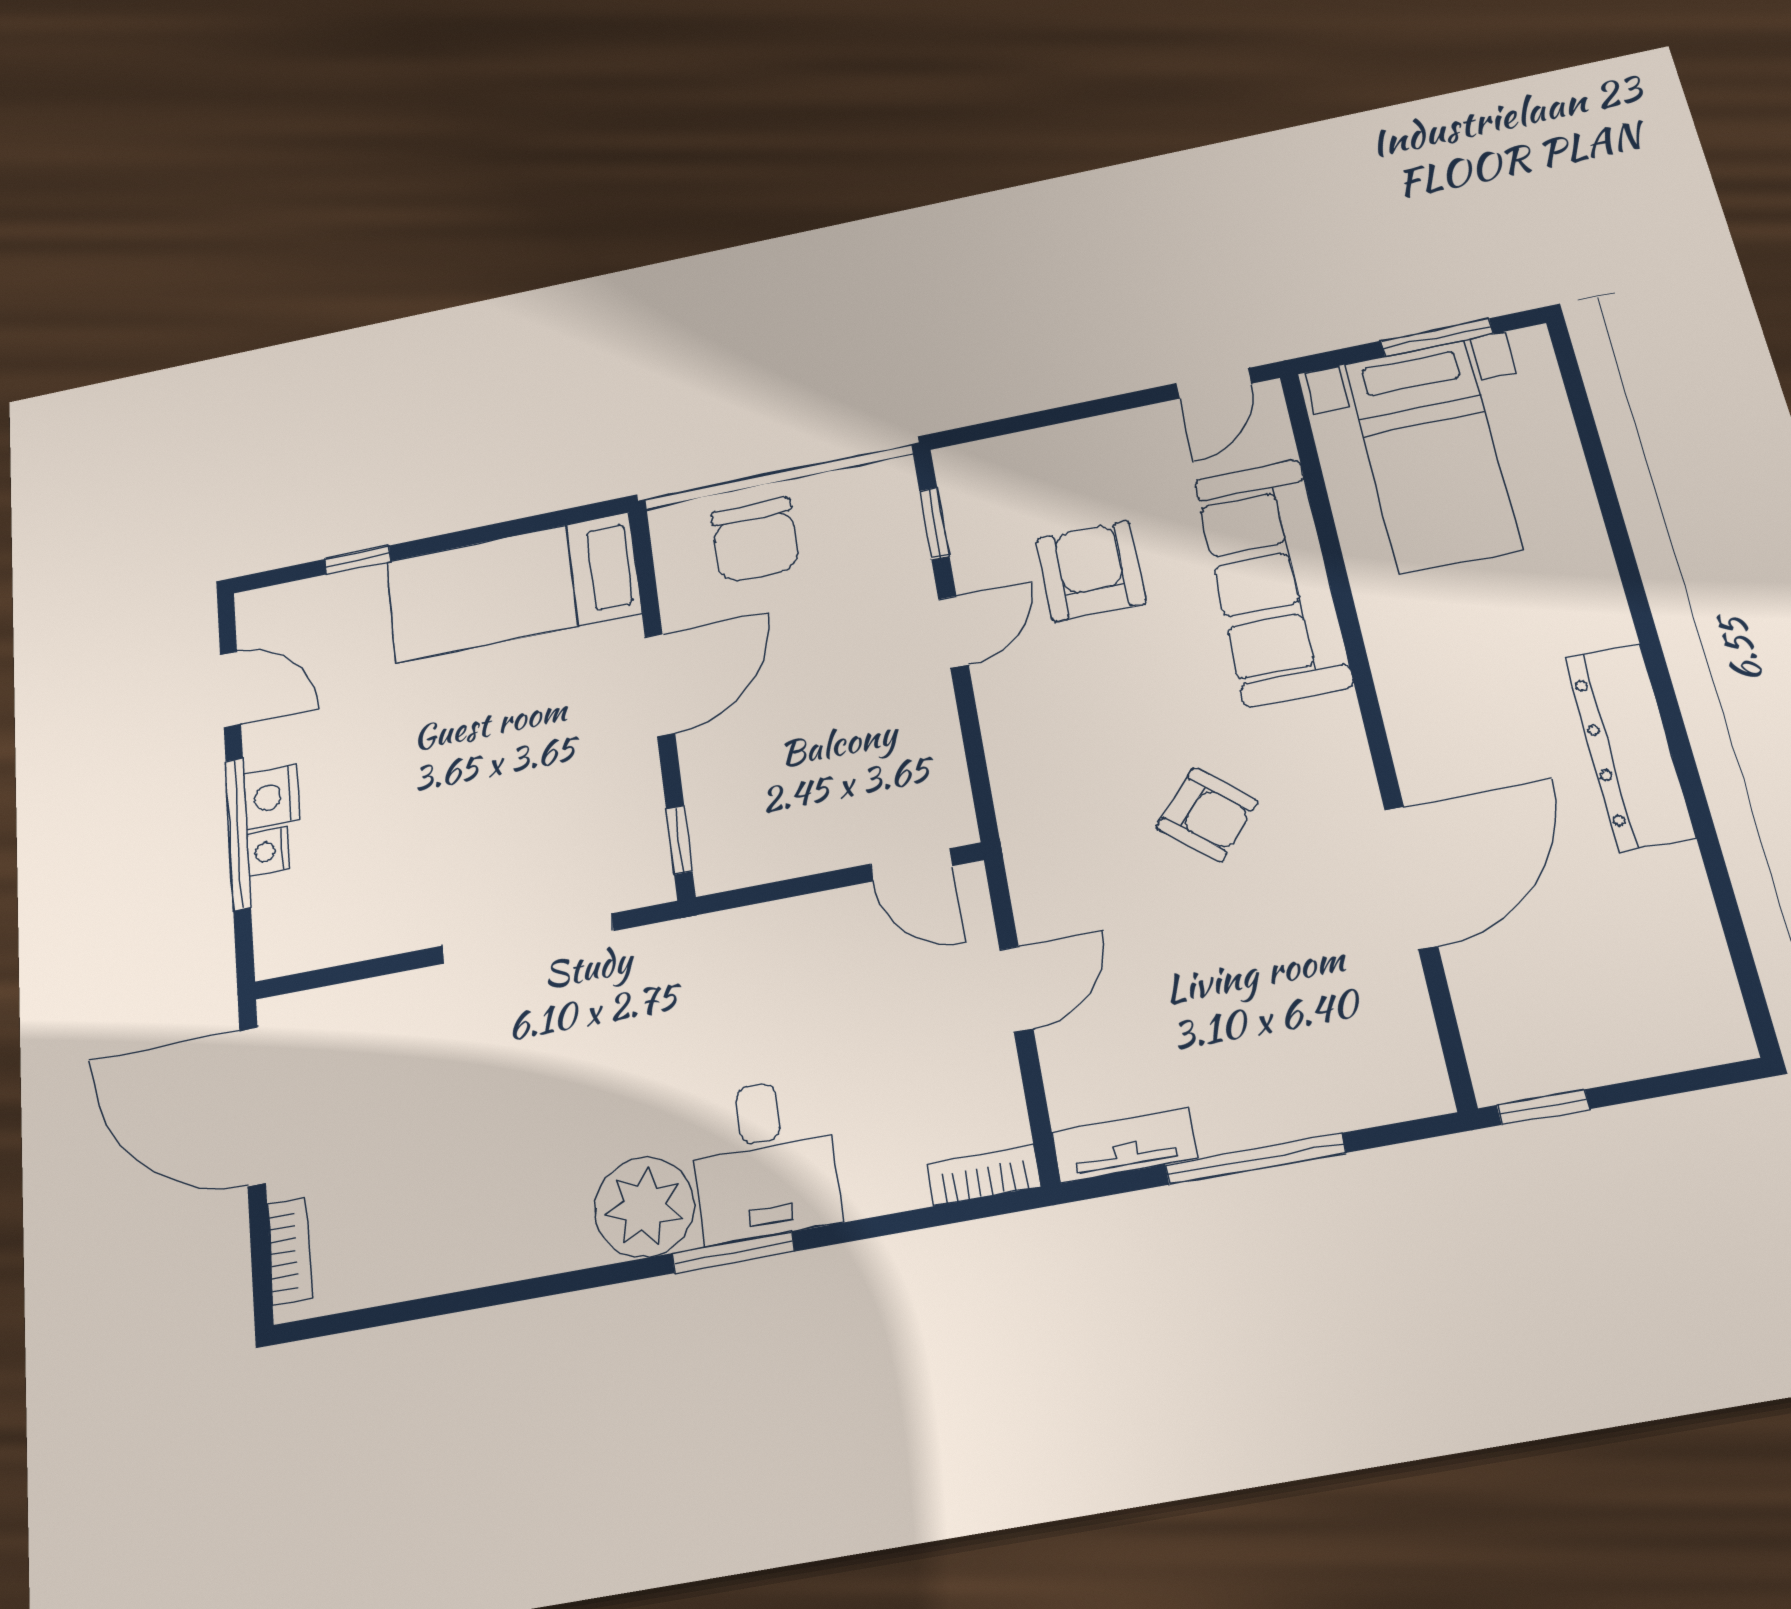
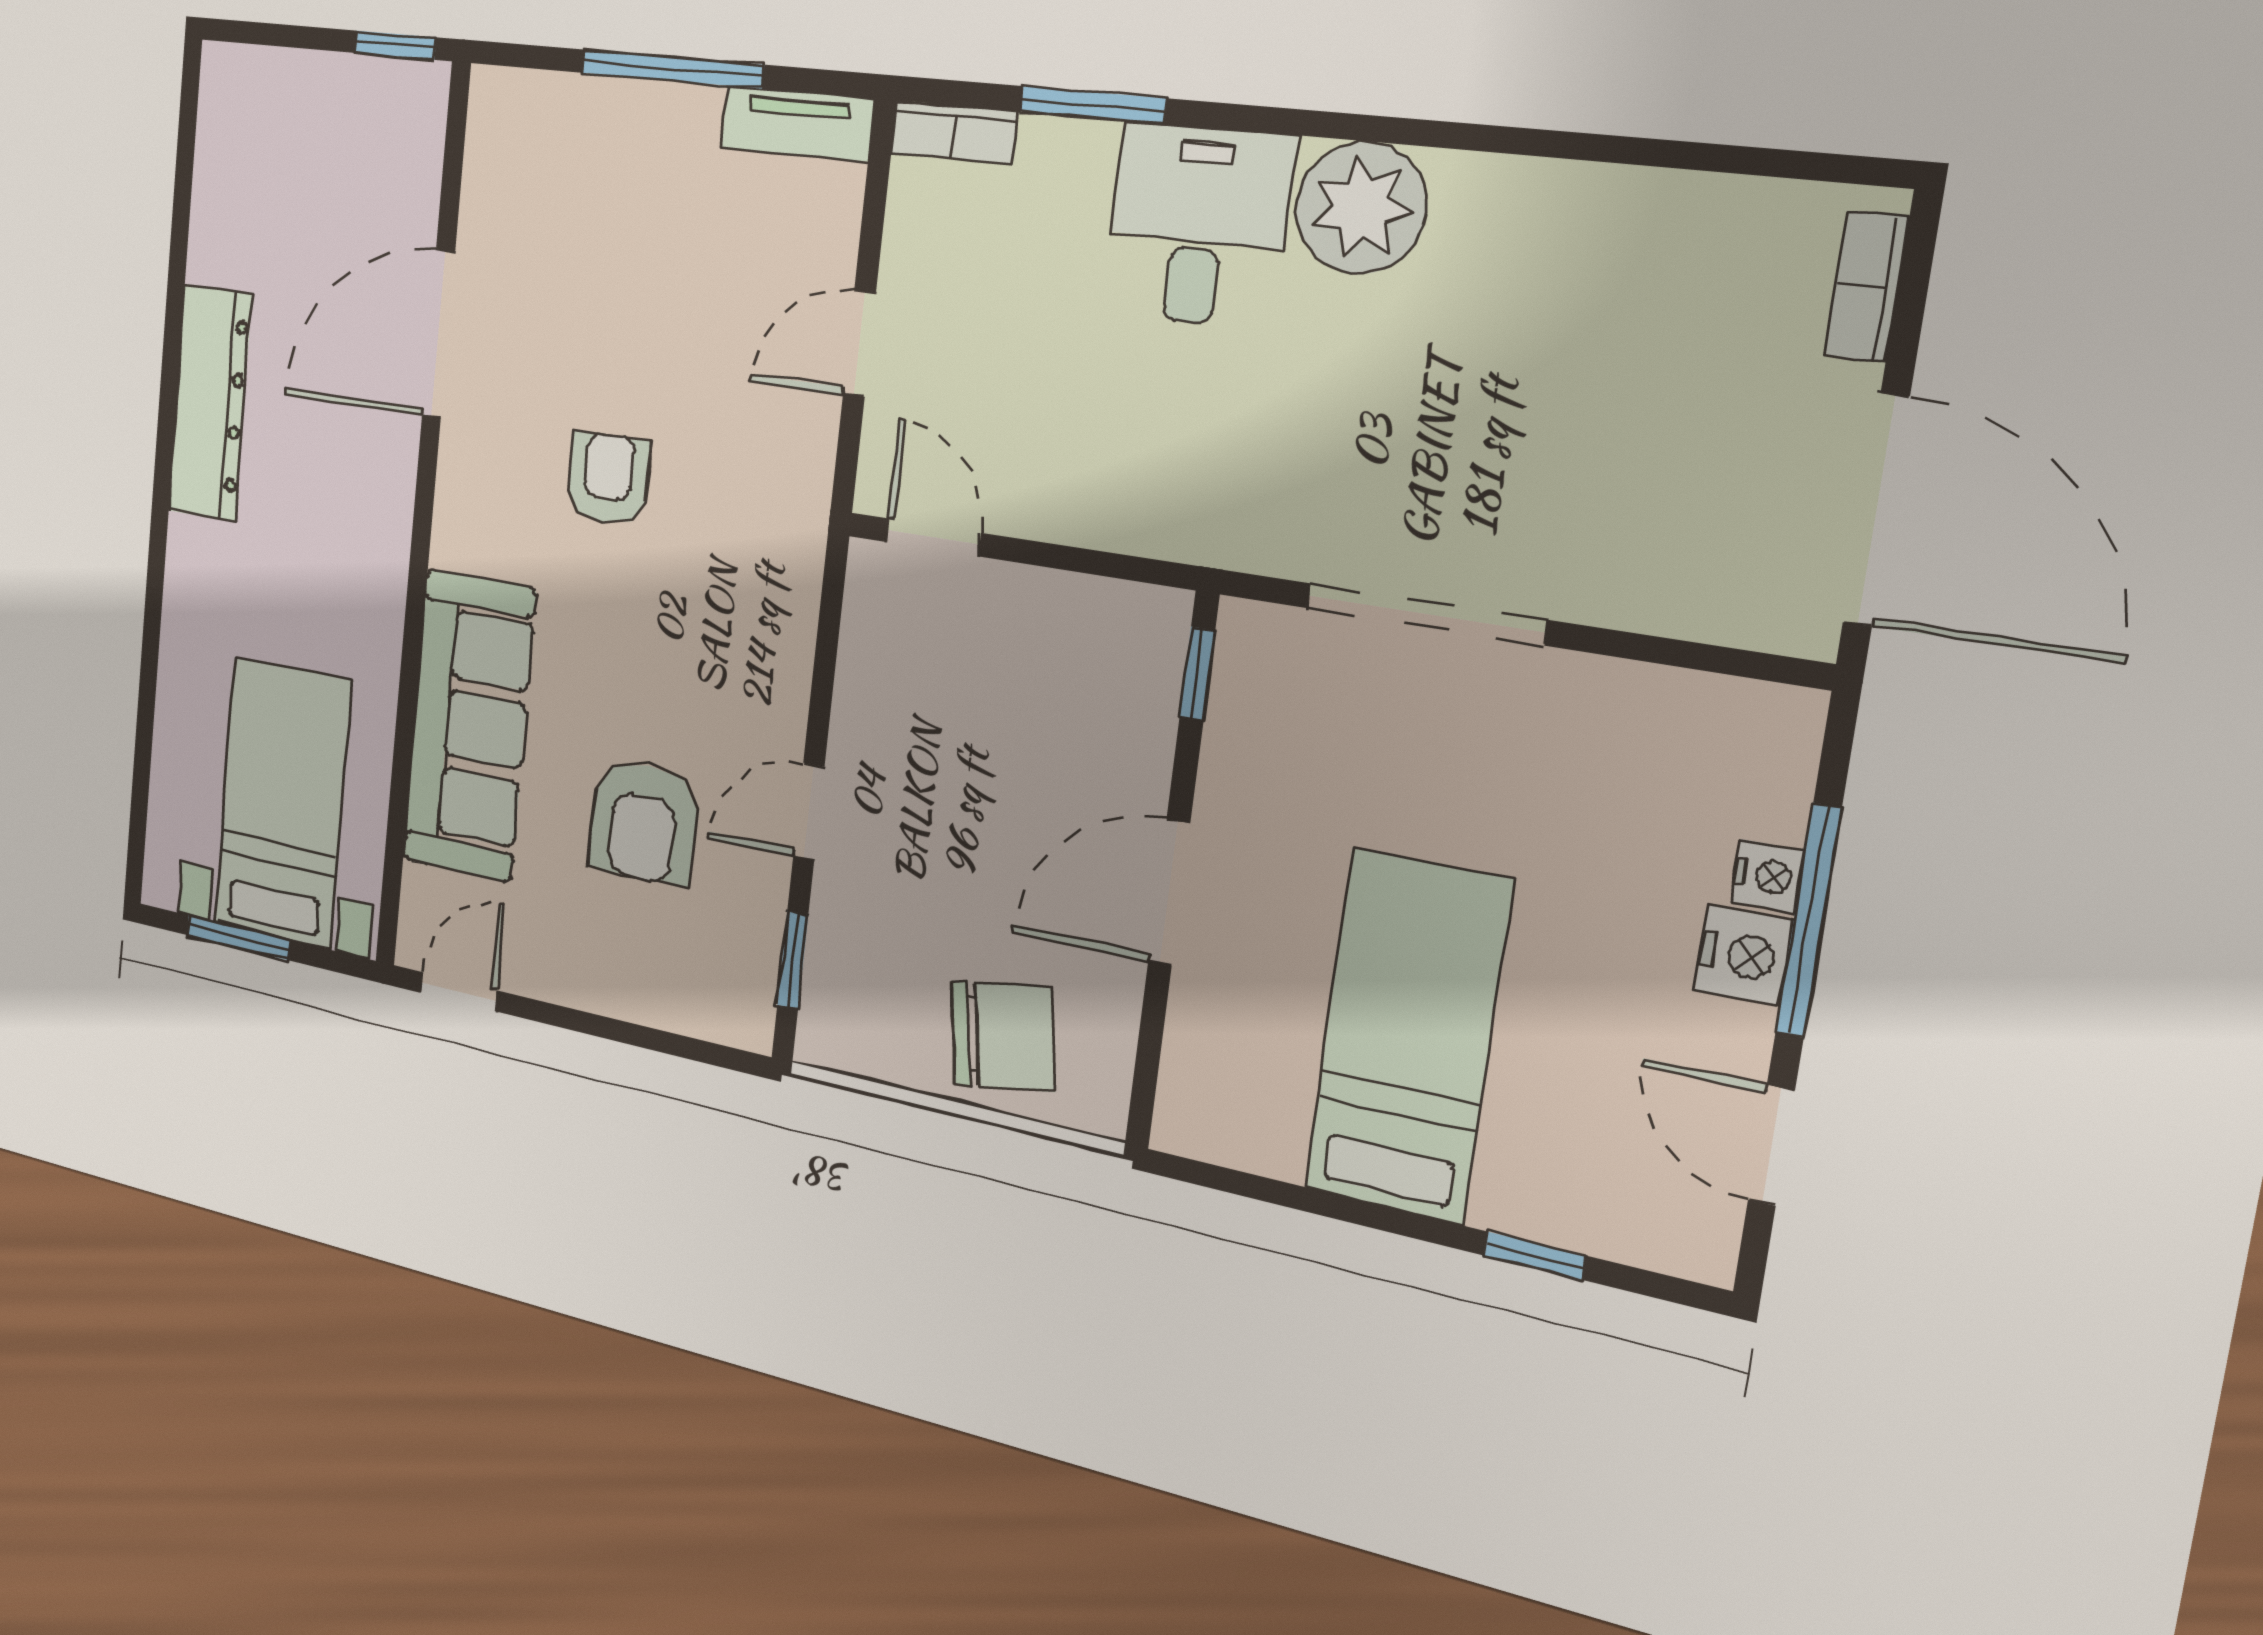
chair: (755, 540) -> (1003, 1036), turned 81
bed: (513, 587) -> (1408, 1036), moved, turned -90
armchair: (1207, 815) -> (608, 479), turned 49
window: (733, 1252) -> (1093, 105), moved

